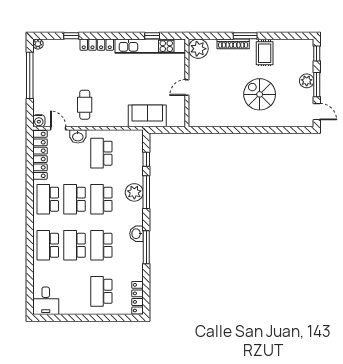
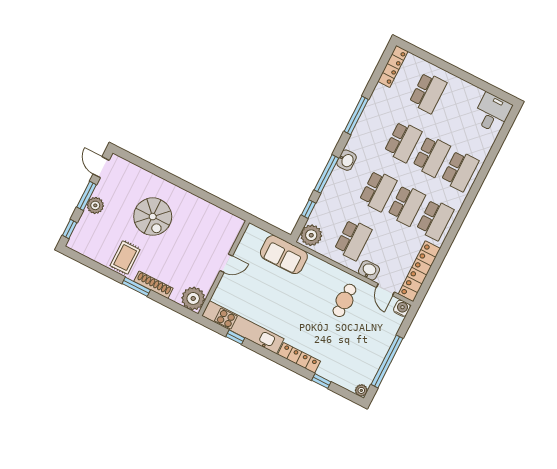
plant: (134, 192) -> (311, 235), moved
washbasin: (136, 234) -> (346, 160), moved

